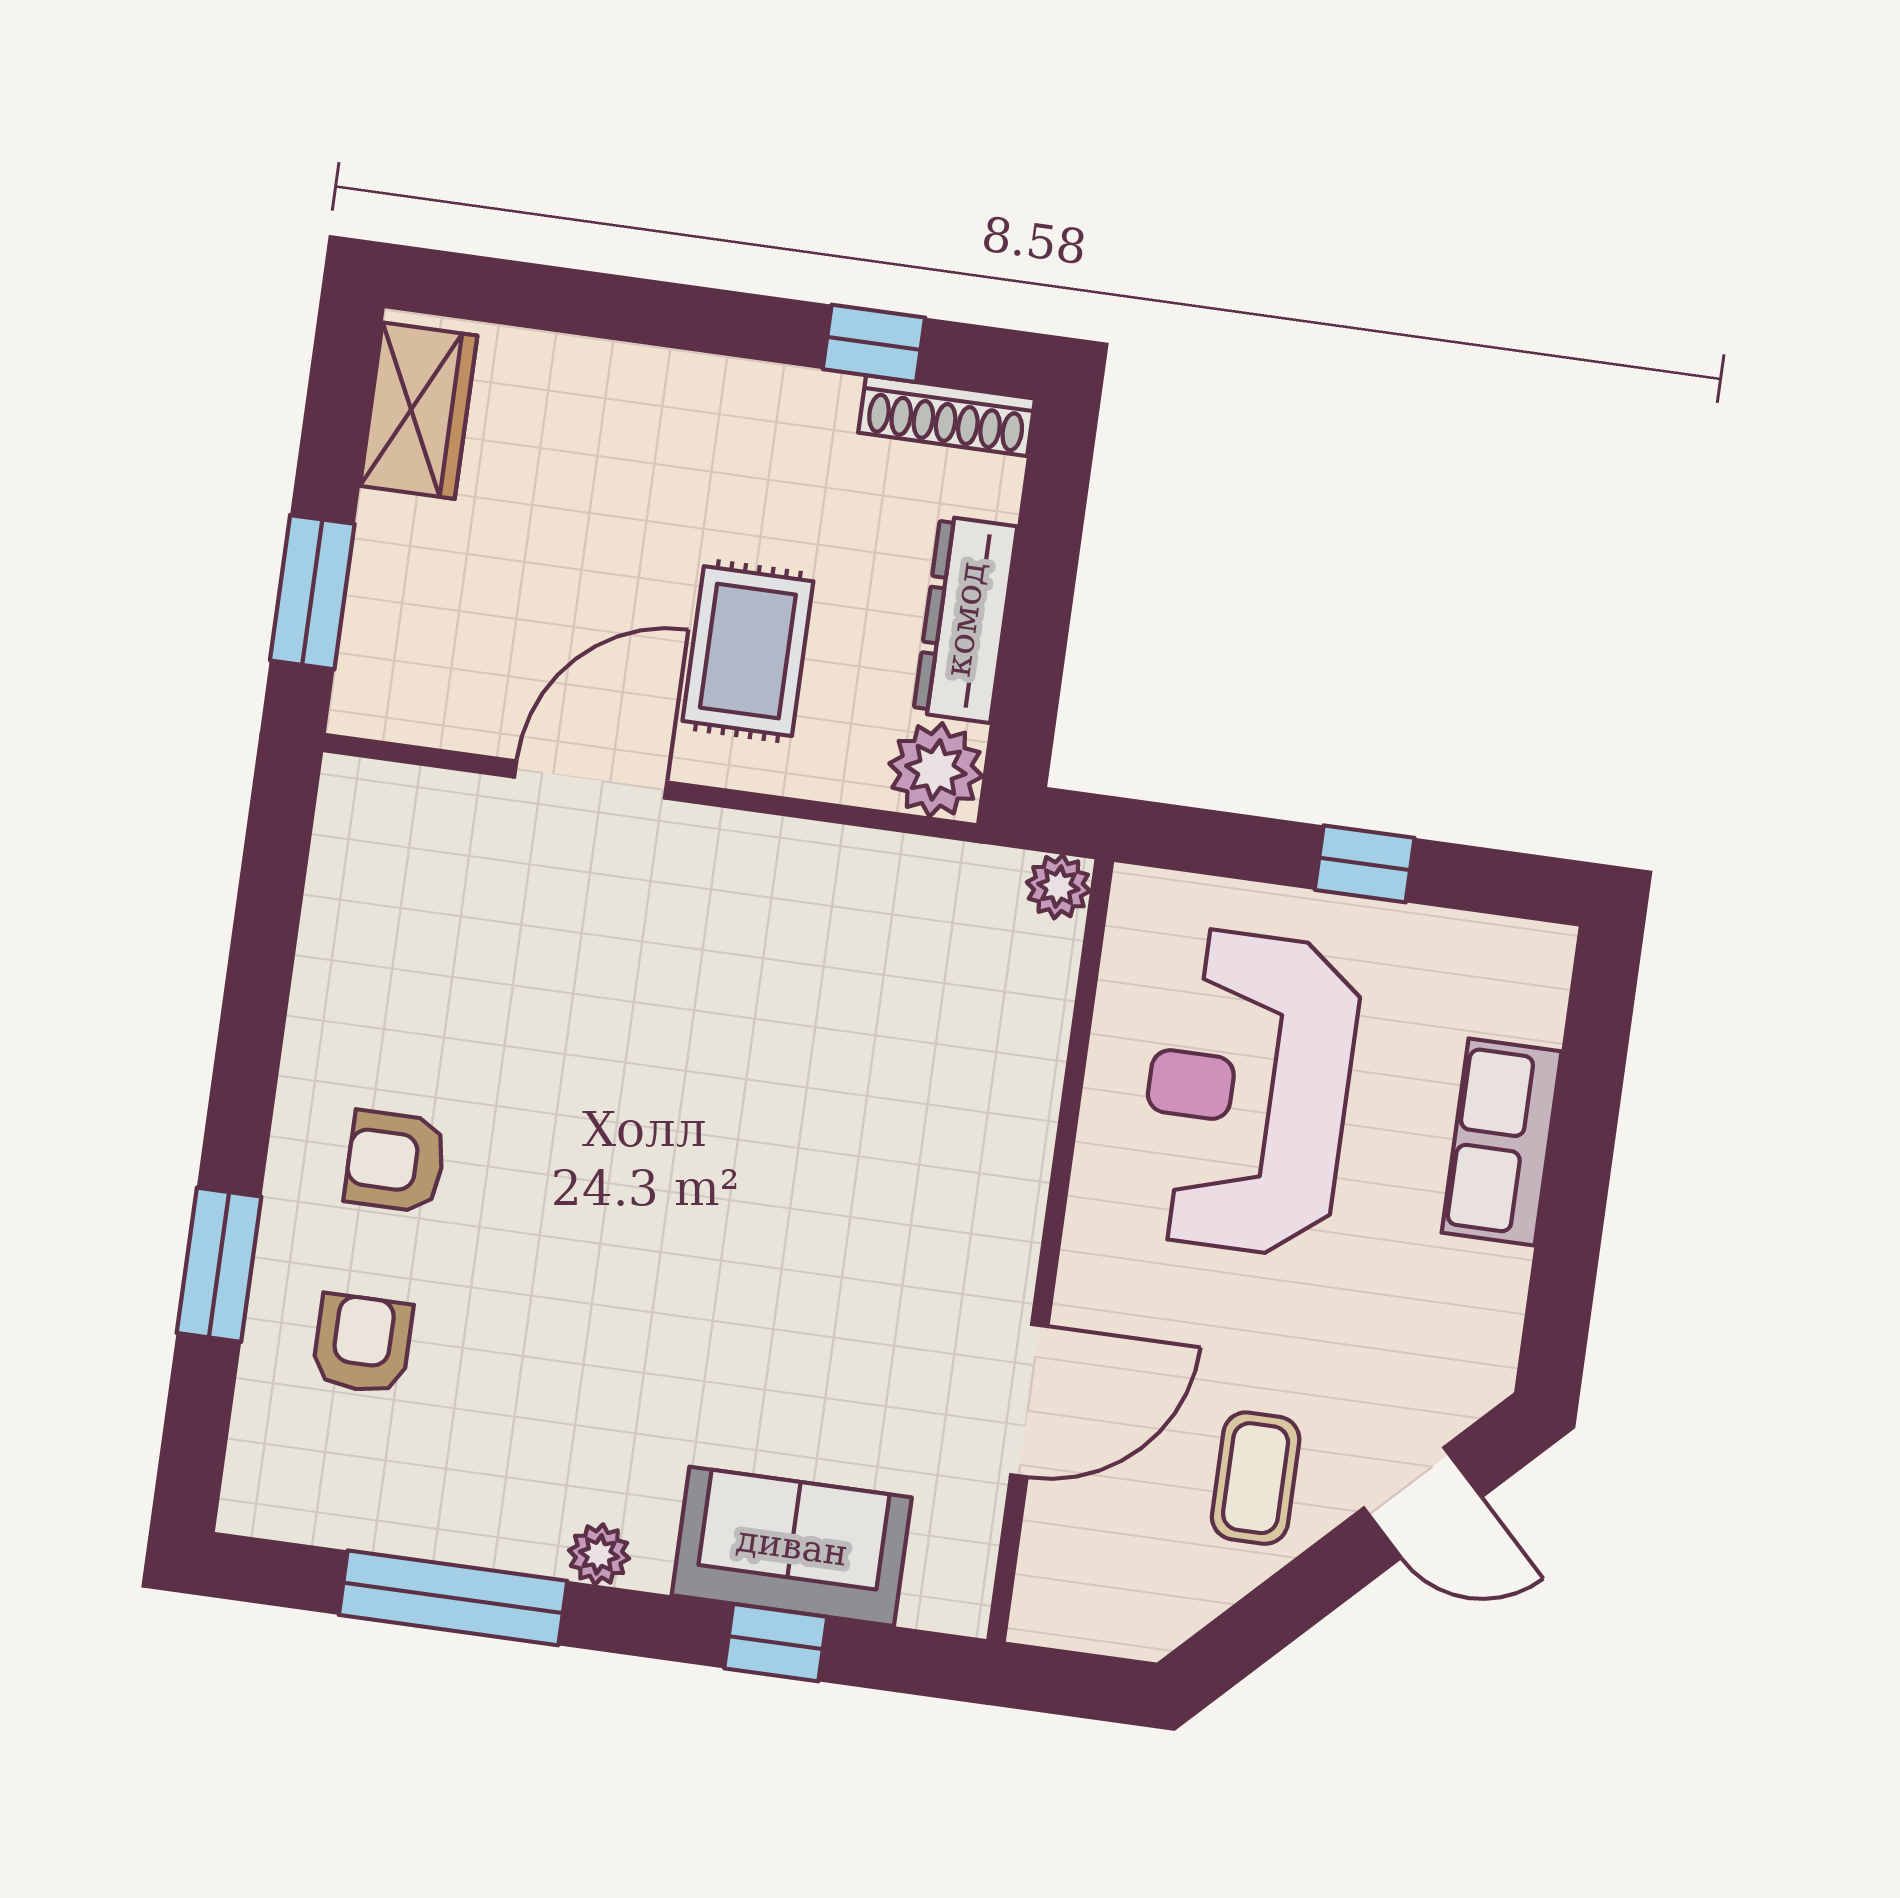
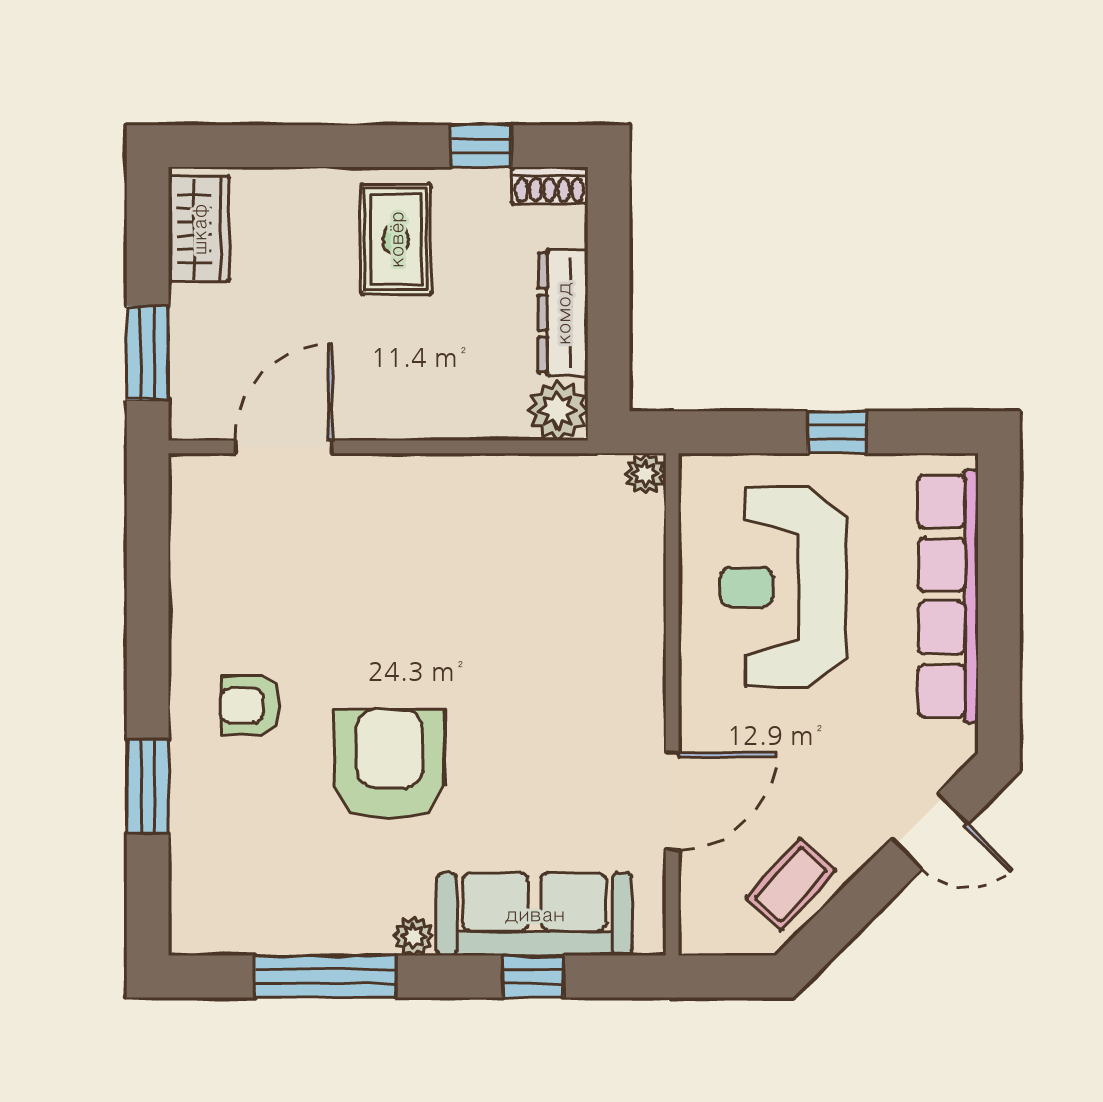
shoe rack: (947, 416) -> (550, 185), width x0.70
rug: (748, 651) -> (396, 239), moved
door: (591, 779) -> (284, 447), moved
row of seats: (1502, 1142) -> (948, 596), width x2.02
armchair: (362, 1344) -> (389, 764), moved, width x1.88, depth x1.88
coffee table: (1256, 1478) -> (791, 884), moved, turned 42
sofa: (792, 1546) -> (535, 914), width x1.36

